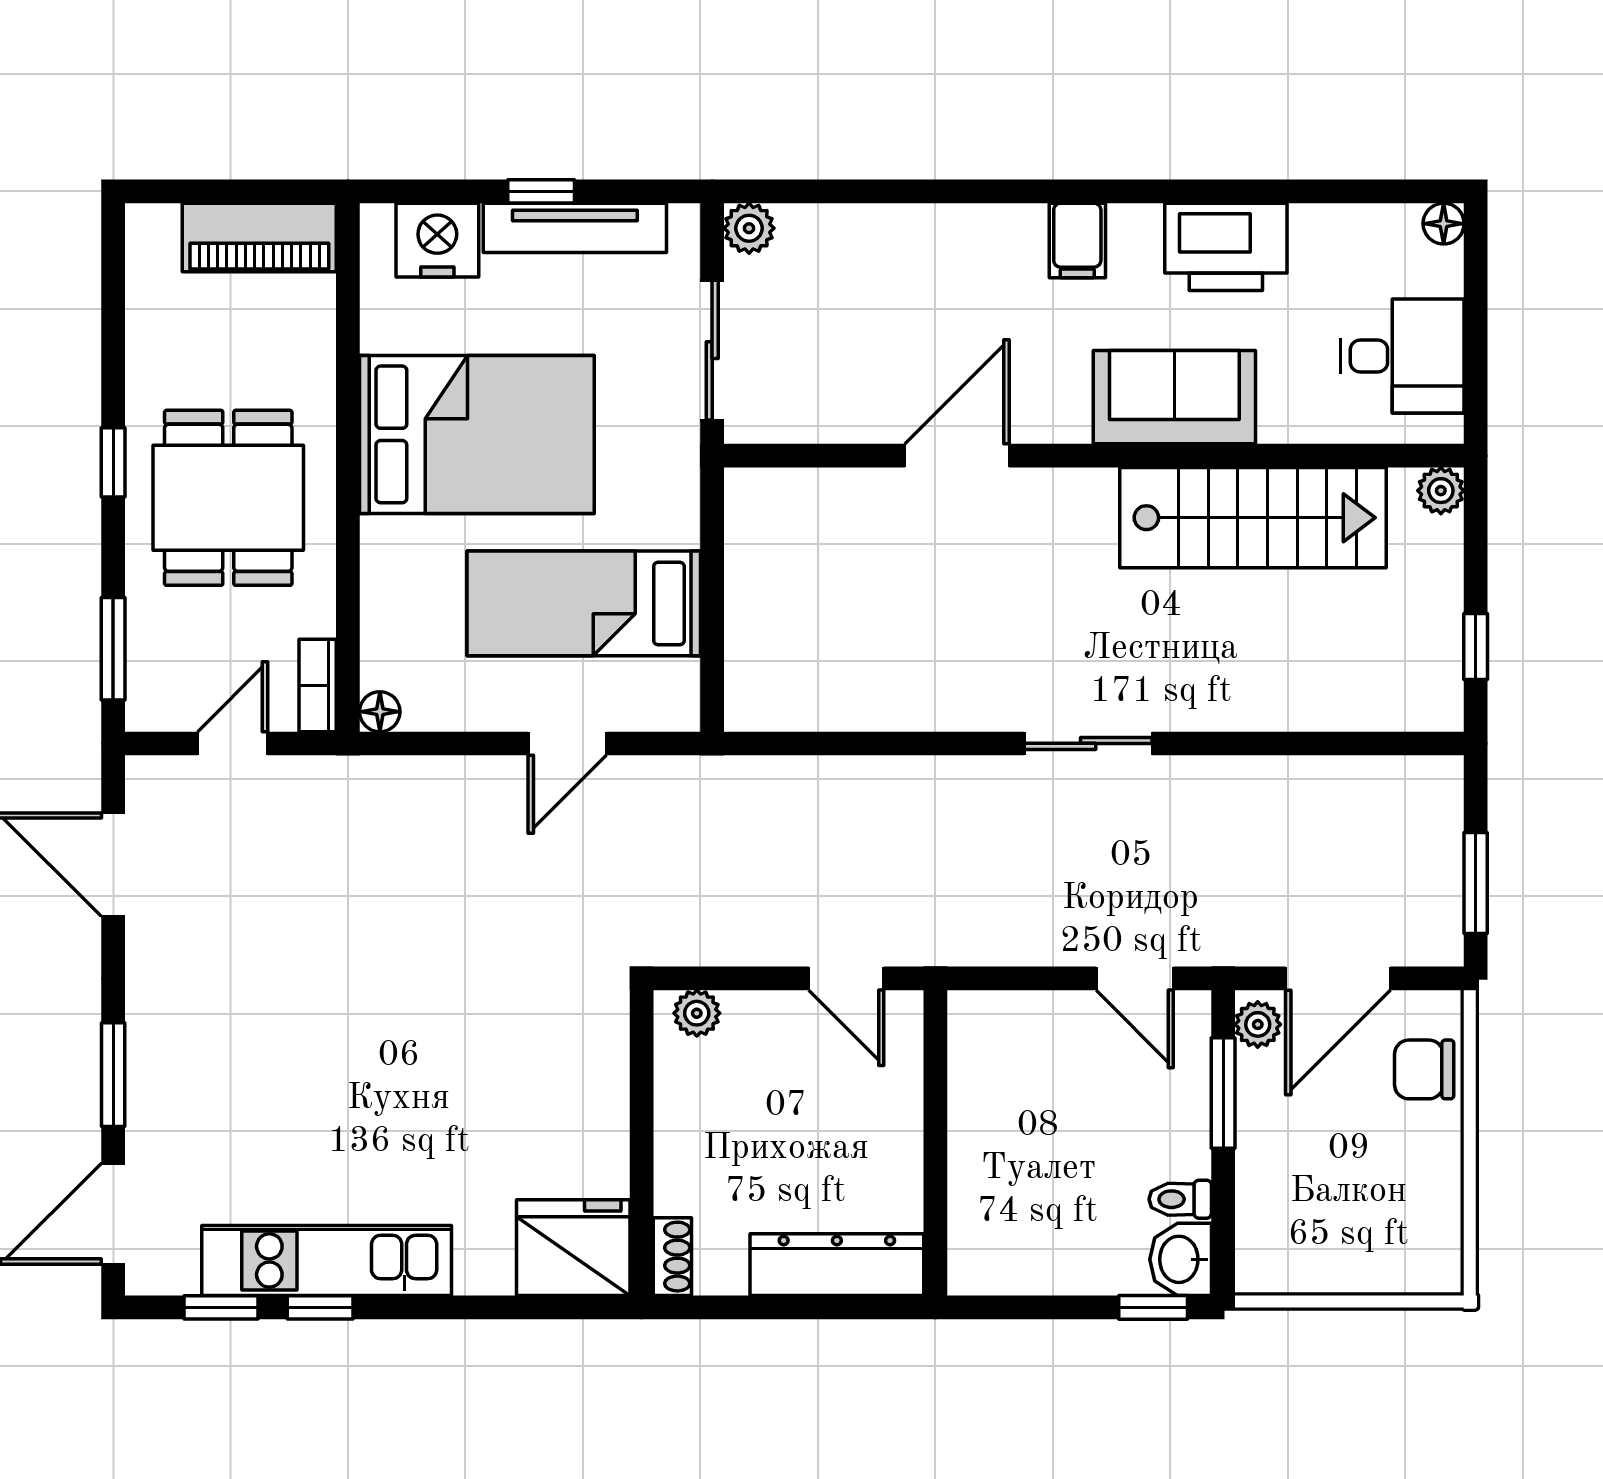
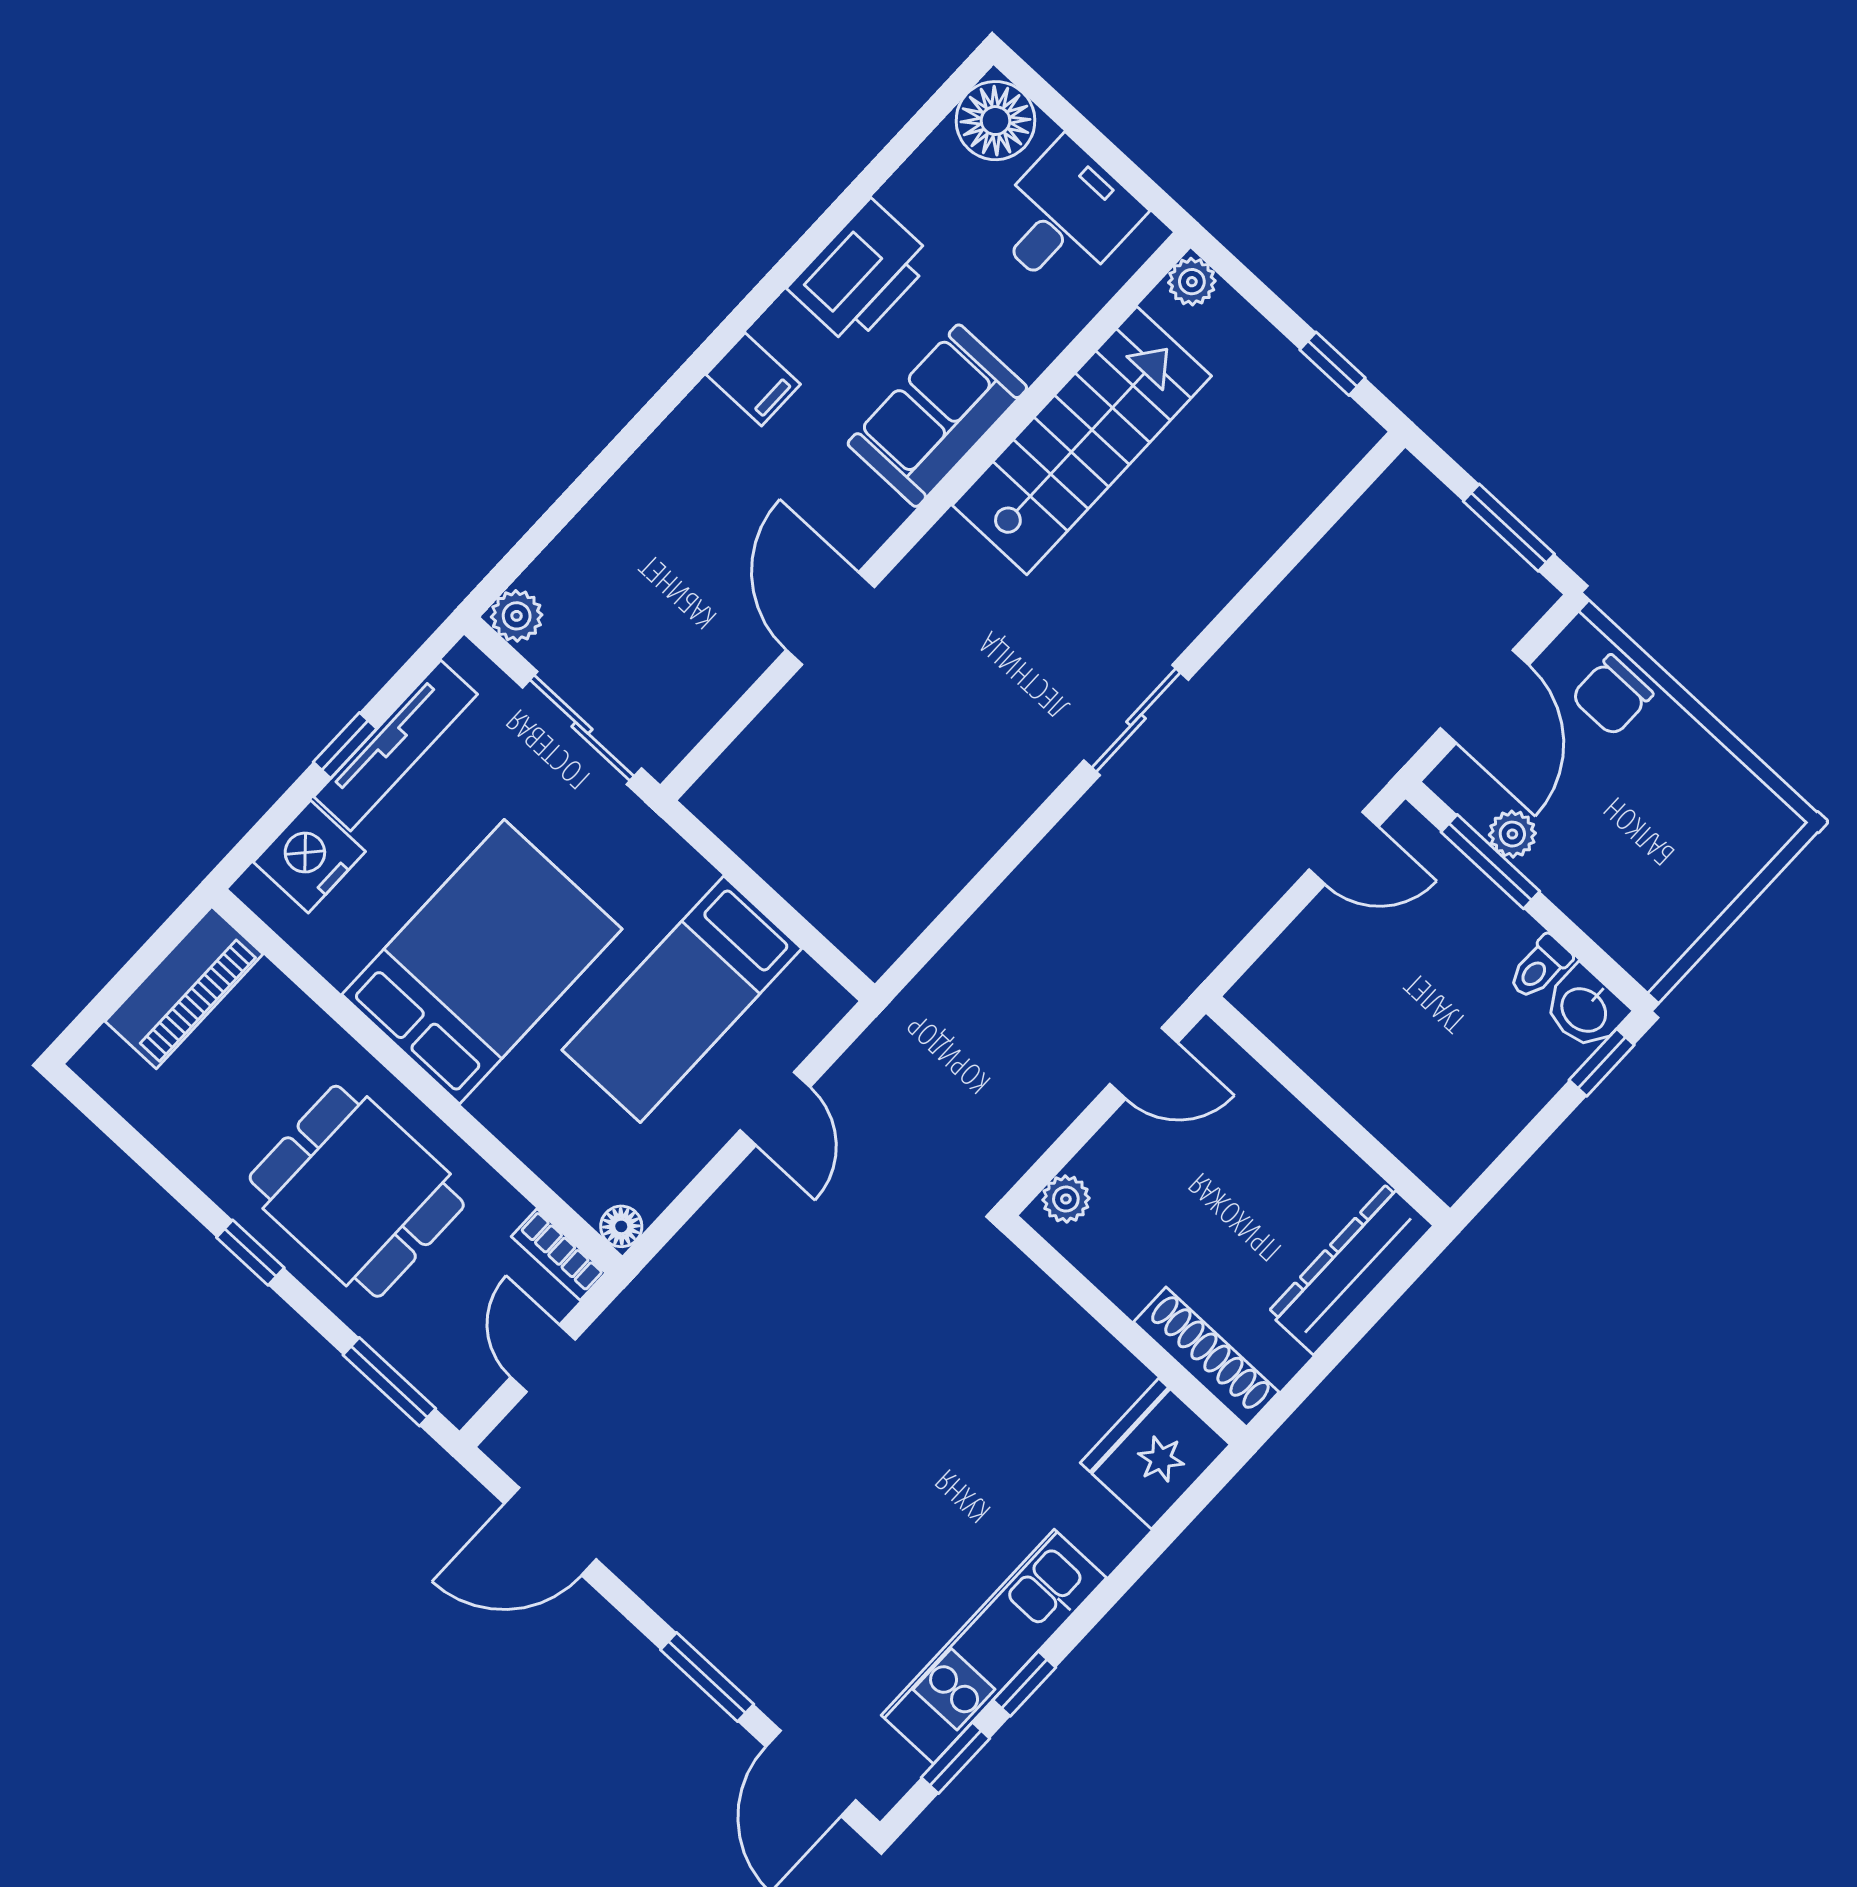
floor lamp: (1444, 224) -> (995, 121), width x1.89, depth x1.89
plant: (1258, 1024) -> (1512, 834), moved
shoe rack: (672, 1257) -> (1206, 1357), width x1.94, depth x1.24

